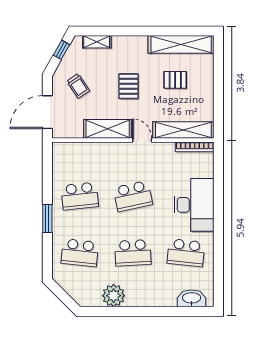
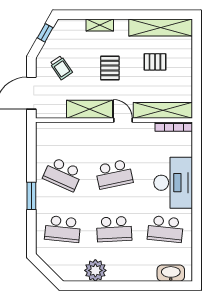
shelving: (97, 42) -> (100, 25), moved
school desk: (80, 196) -> (63, 174), turned 30

